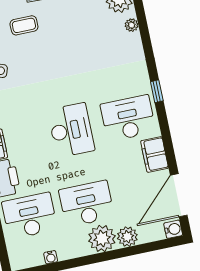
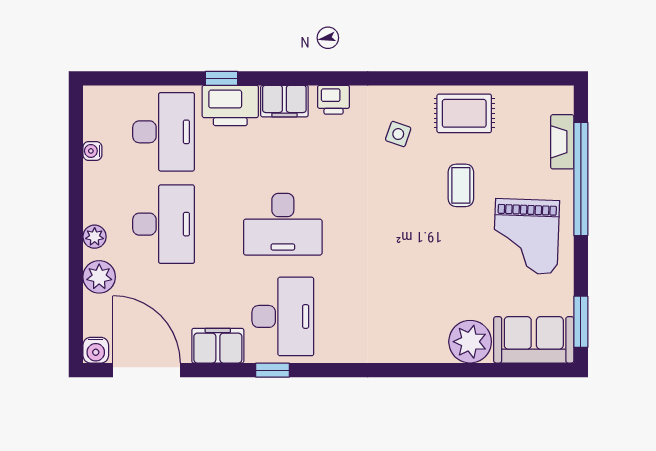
plant: (132, 25) -> (426, 352), removed
window: (157, 91) -> (273, 370), moved
plant: (102, 238) -> (95, 237), width x0.53, depth x0.53

